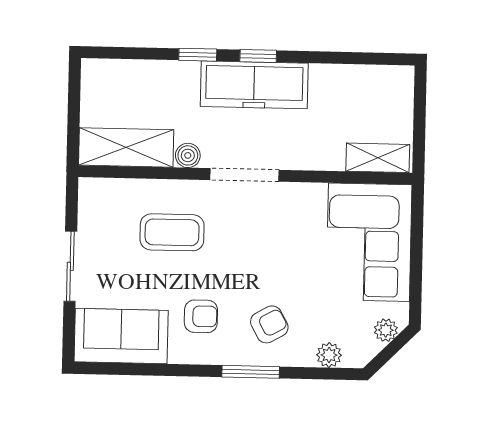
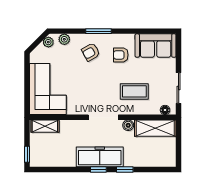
window: (420, 95) -> (27, 154), added
floor lamp: (103, 189) -> (165, 110), added
sliding door: (70, 266) -> (179, 88), moved
plant: (386, 330) -> (48, 42), moved

